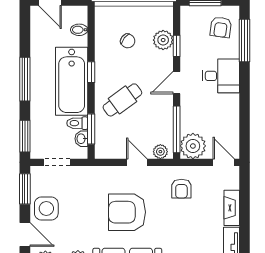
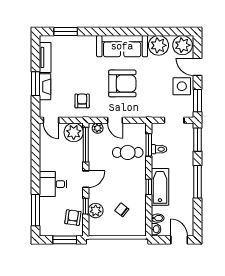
armchair: (221, 27) -> (73, 218), moved
bathtub: (72, 81) -> (160, 187), width x0.73, depth x0.73
cafe table: (122, 100) -> (128, 152), moved, turned 36
washbasin: (81, 139) -> (156, 229), moved
window: (245, 212) -> (36, 84), added

